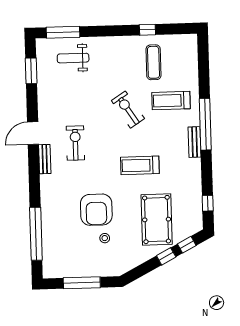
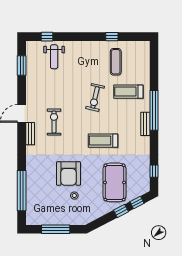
window: (63, 32) -> (47, 37), width x0.46
weight bench: (73, 58) -> (54, 57), turned -90
exercise bike: (128, 110) -> (95, 97), turned -134

